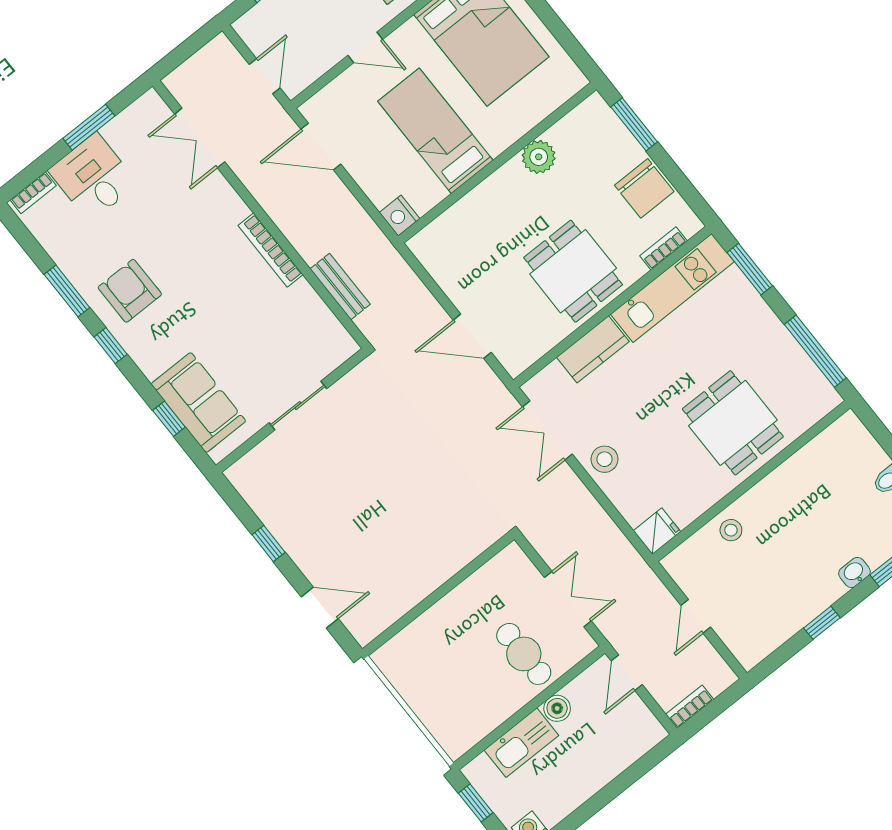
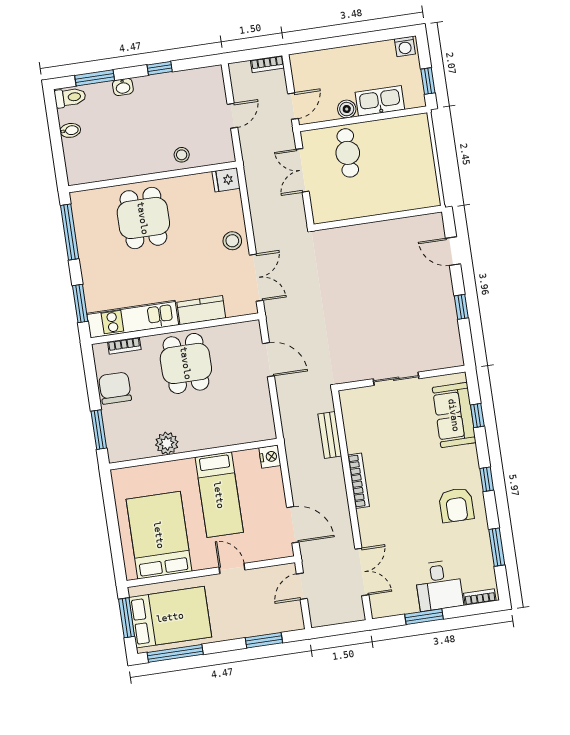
window: (67, 291) -> (497, 547), moved

